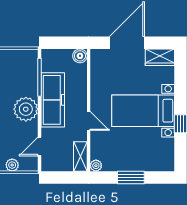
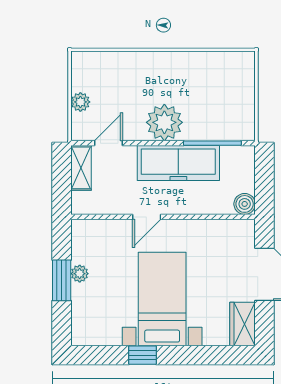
door: (40, 146) -> (108, 143), hinge flipped
shelving: (80, 156) -> (81, 168), moved, turned 90
plant: (96, 166) -> (80, 274), moved

